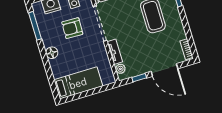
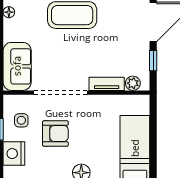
armchair: (72, 28) -> (55, 133), turned -92

